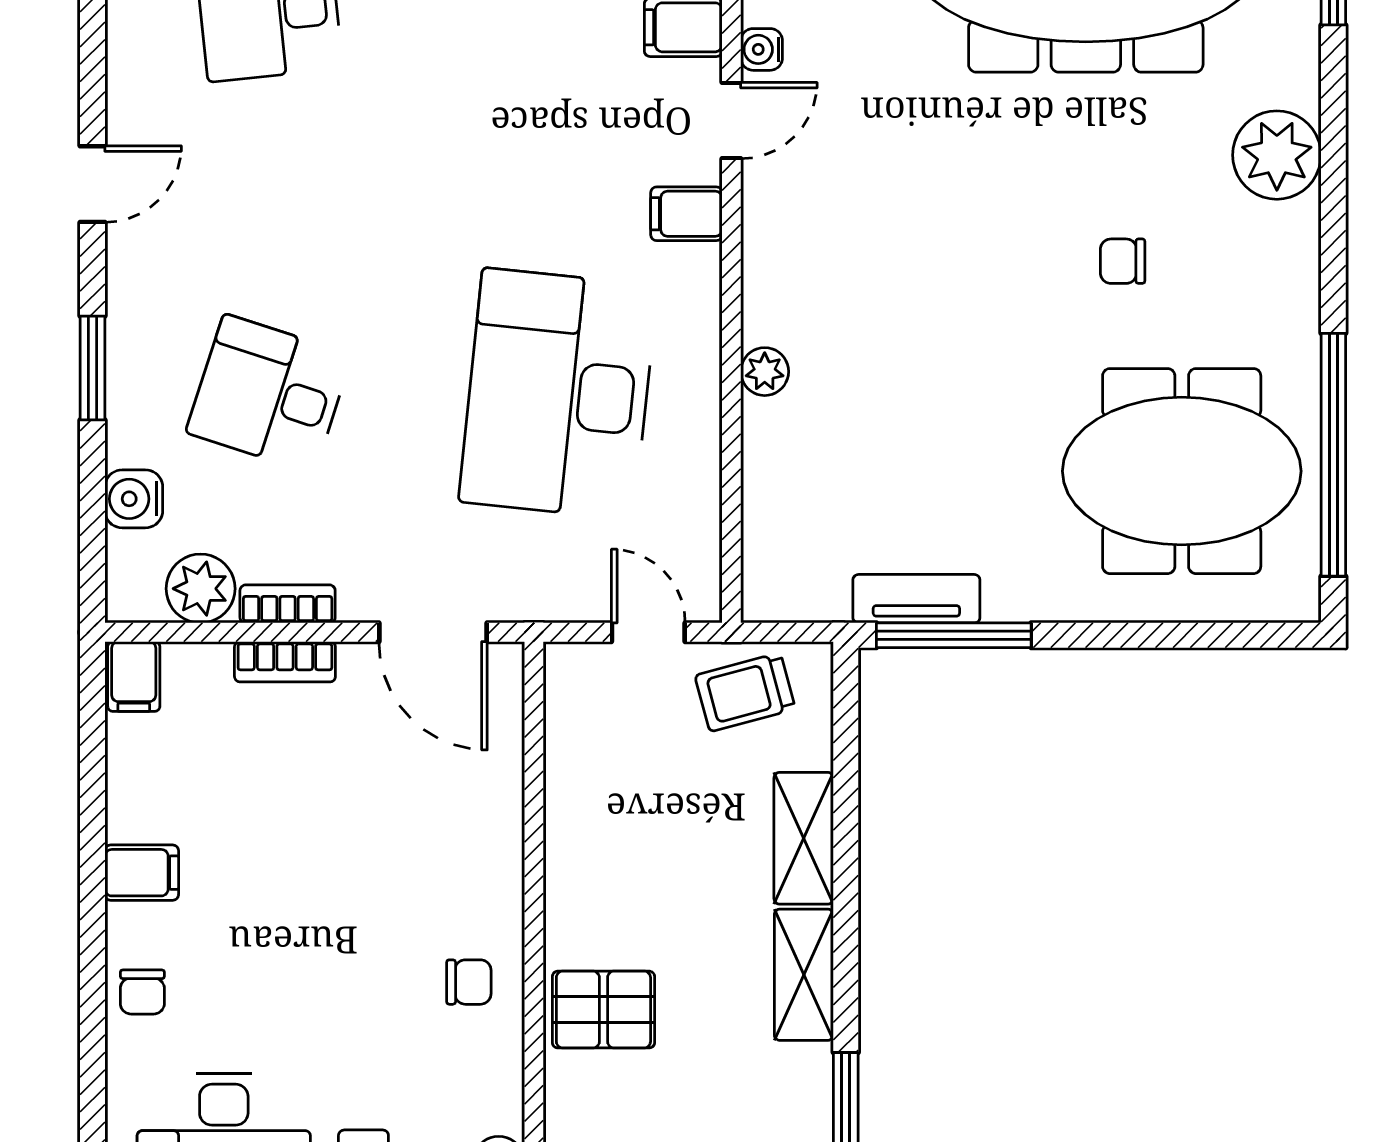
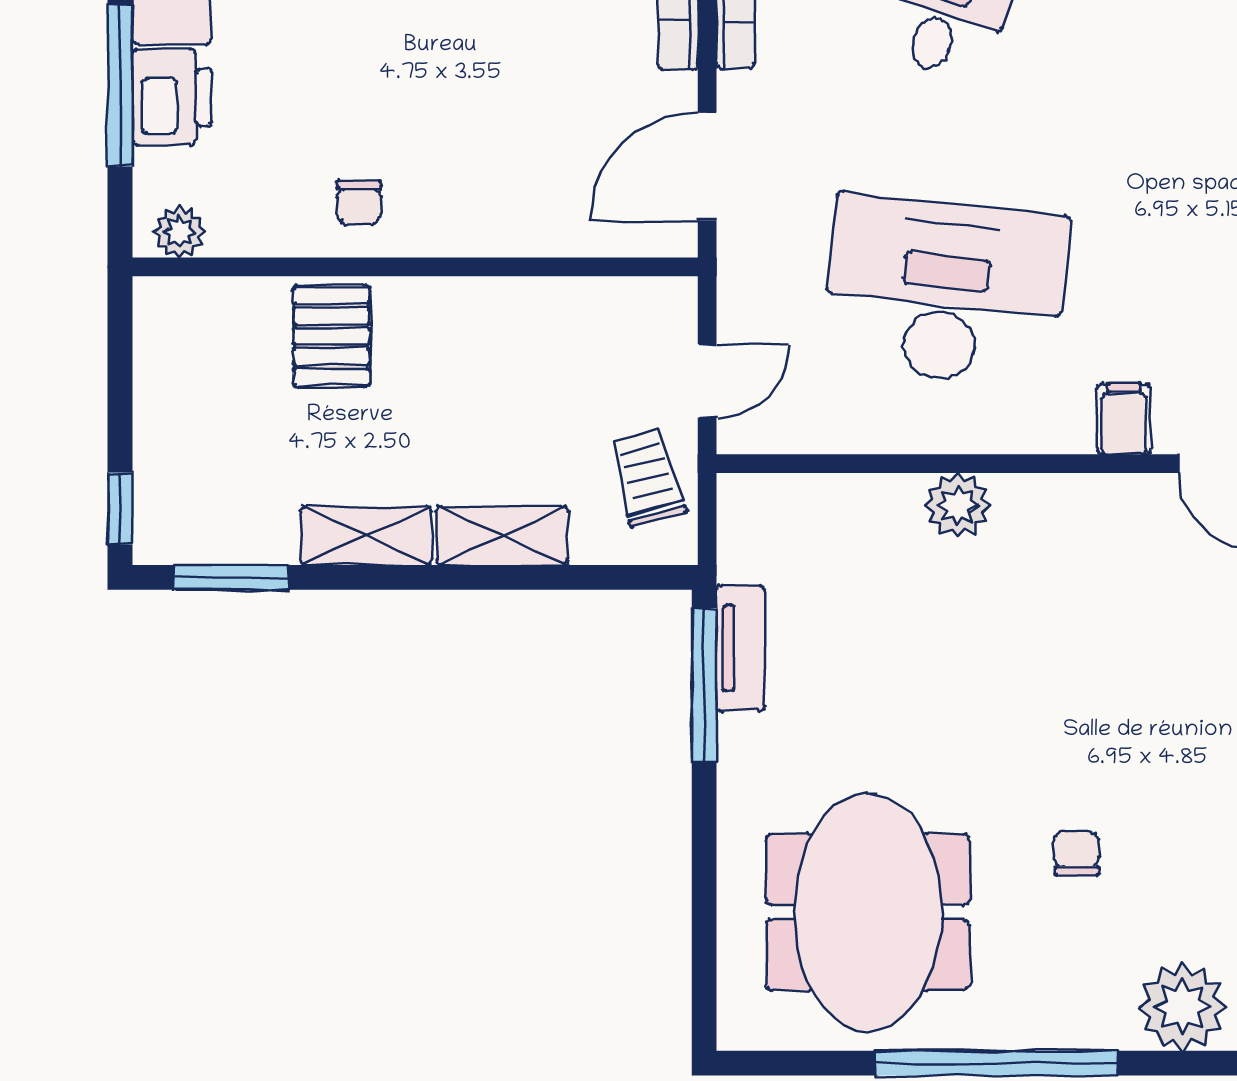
plant: (765, 372) -> (958, 506), width x1.38, depth x1.38
window: (1333, 455) -> (997, 1063), moved

